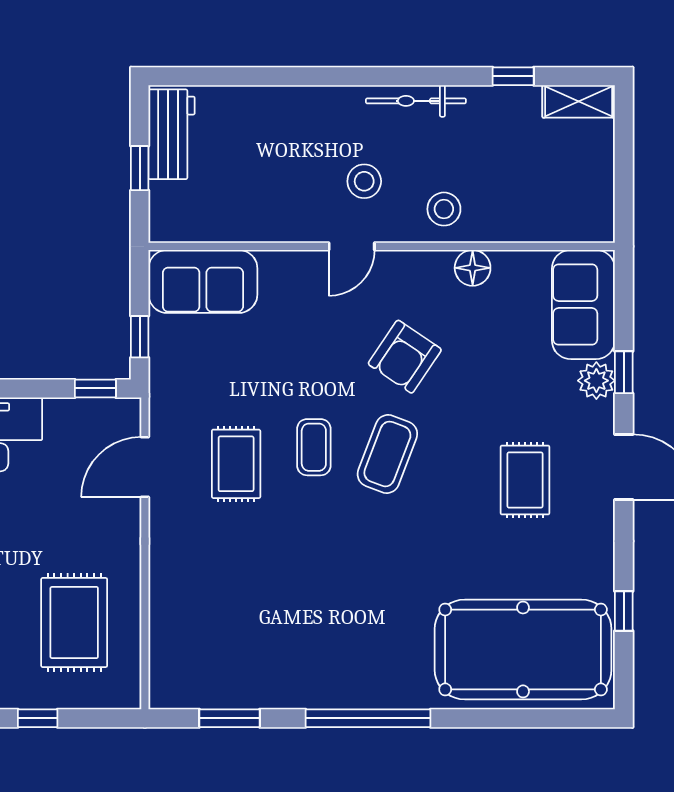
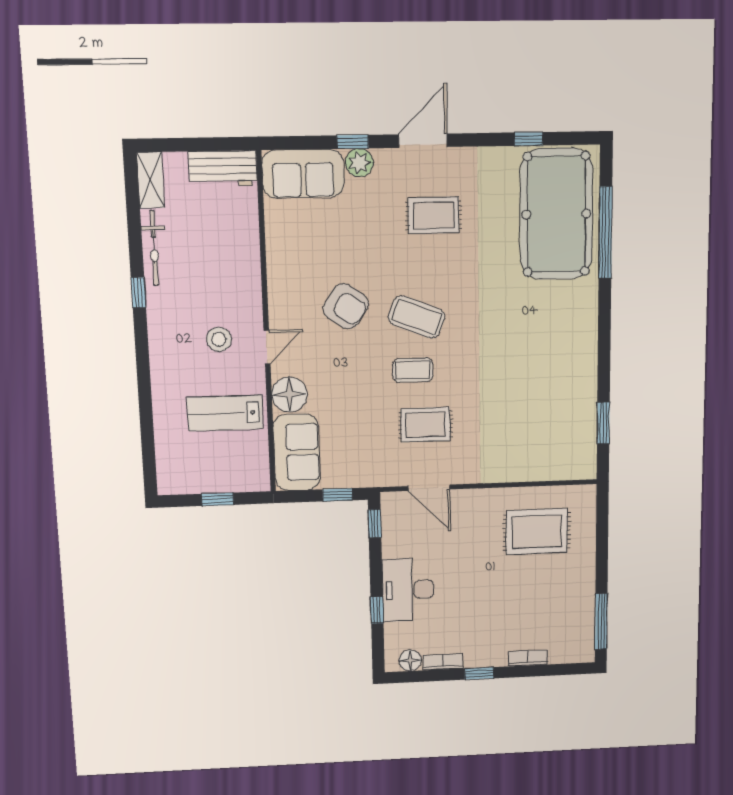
window: (513, 76) -> (138, 293), moved
bicycle: (416, 101) -> (154, 248), moved
workbench: (172, 134) -> (223, 169), moved, turned 180
lab bench: (262, 184) -> (225, 413), added
stool: (444, 209) -> (237, 280), removed
door: (352, 246) -> (267, 347), hinge flipped
floor lamp: (473, 268) -> (289, 394), moved, width x1.38, depth x1.38
window: (38, 718) -> (602, 553), removed
window: (368, 718) -> (605, 232), moved

